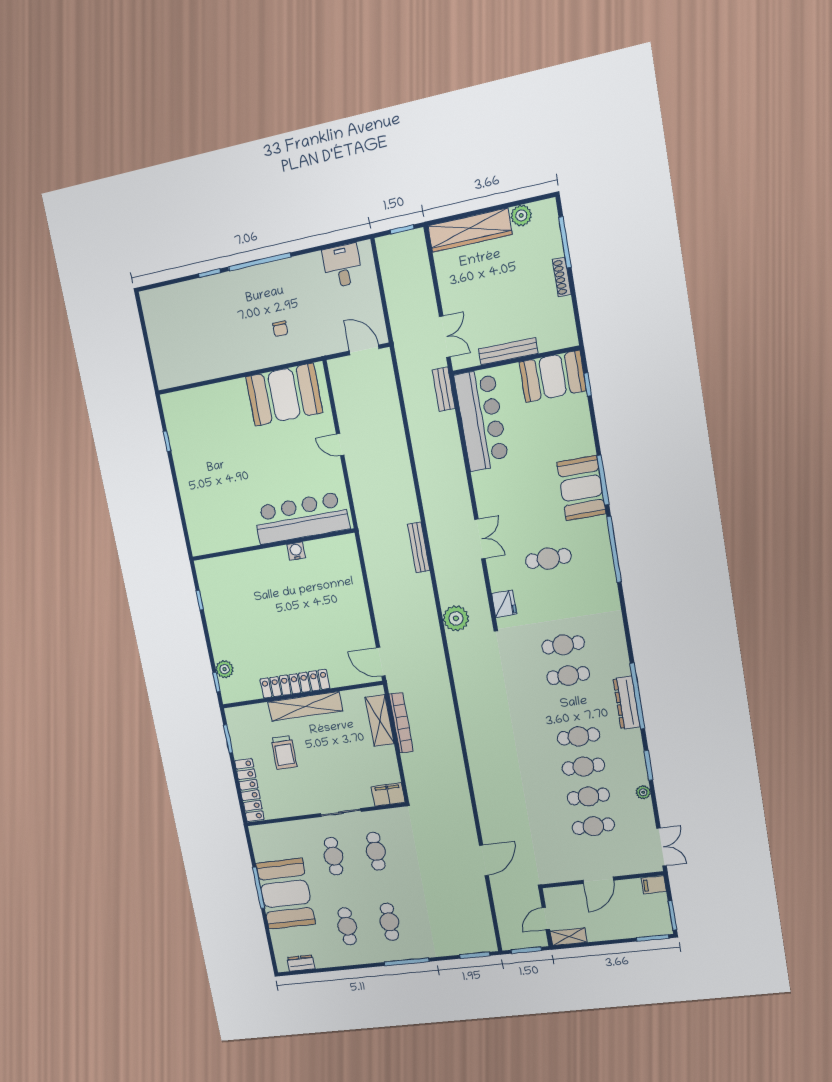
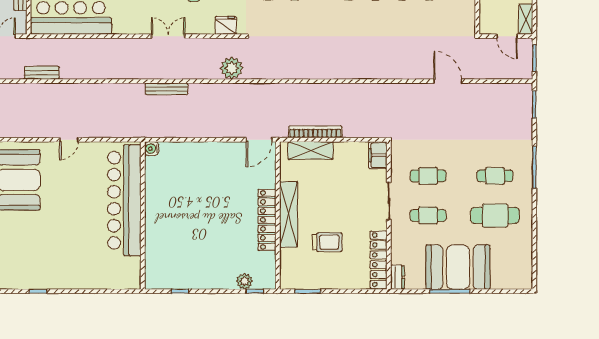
bench: (444, 389) -> (42, 73), moved
bar counter: (301, 518) -> (124, 200), width x1.36
water cooler: (296, 551) -> (152, 149), moved
locker: (249, 790) -> (379, 260), moved, turned -90
cafe table: (347, 926) -> (495, 215), width x1.37, depth x1.35
dresser: (301, 963) -> (397, 277), moved, turned 180

